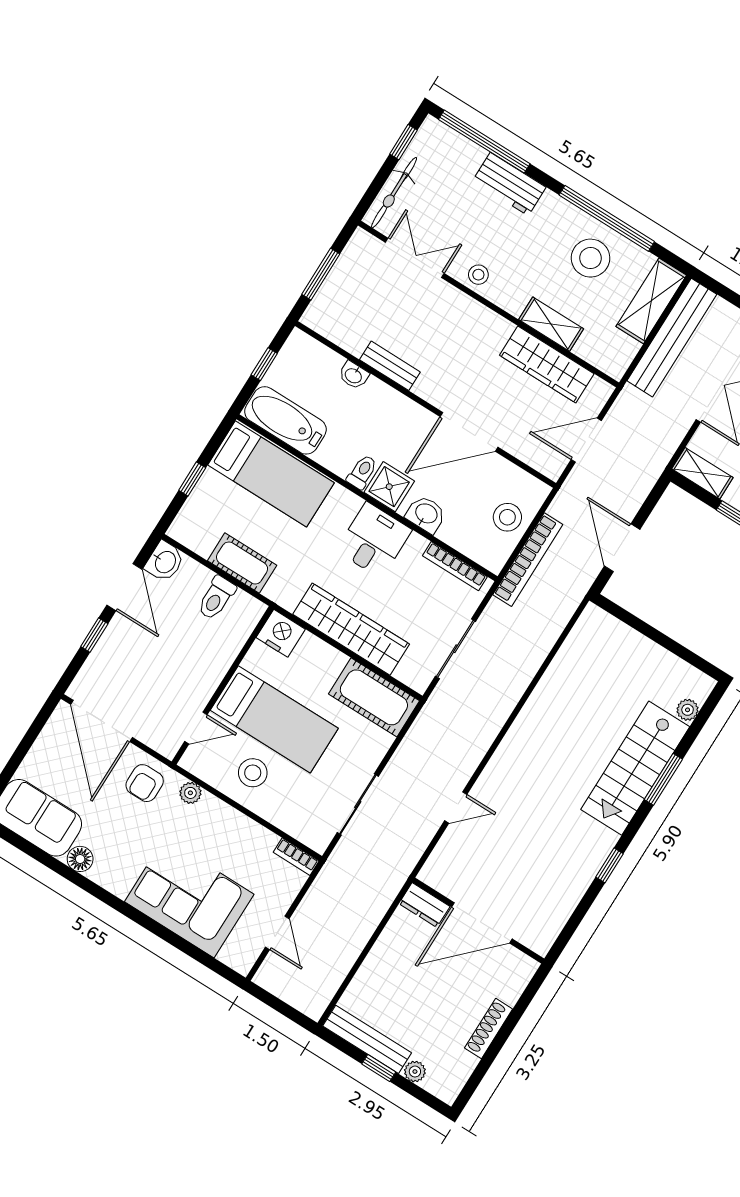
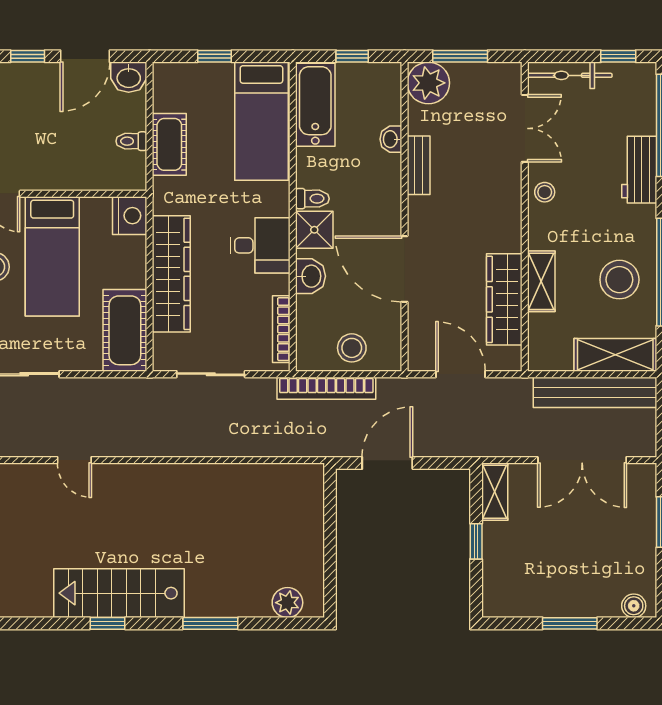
plant: (326, 315) -> (428, 83), added
toilet: (216, 598) -> (131, 141), width x0.73, depth x0.72
plant: (688, 710) -> (287, 603), width x1.38, depth x1.38
stairs: (635, 768) -> (119, 593), moved

